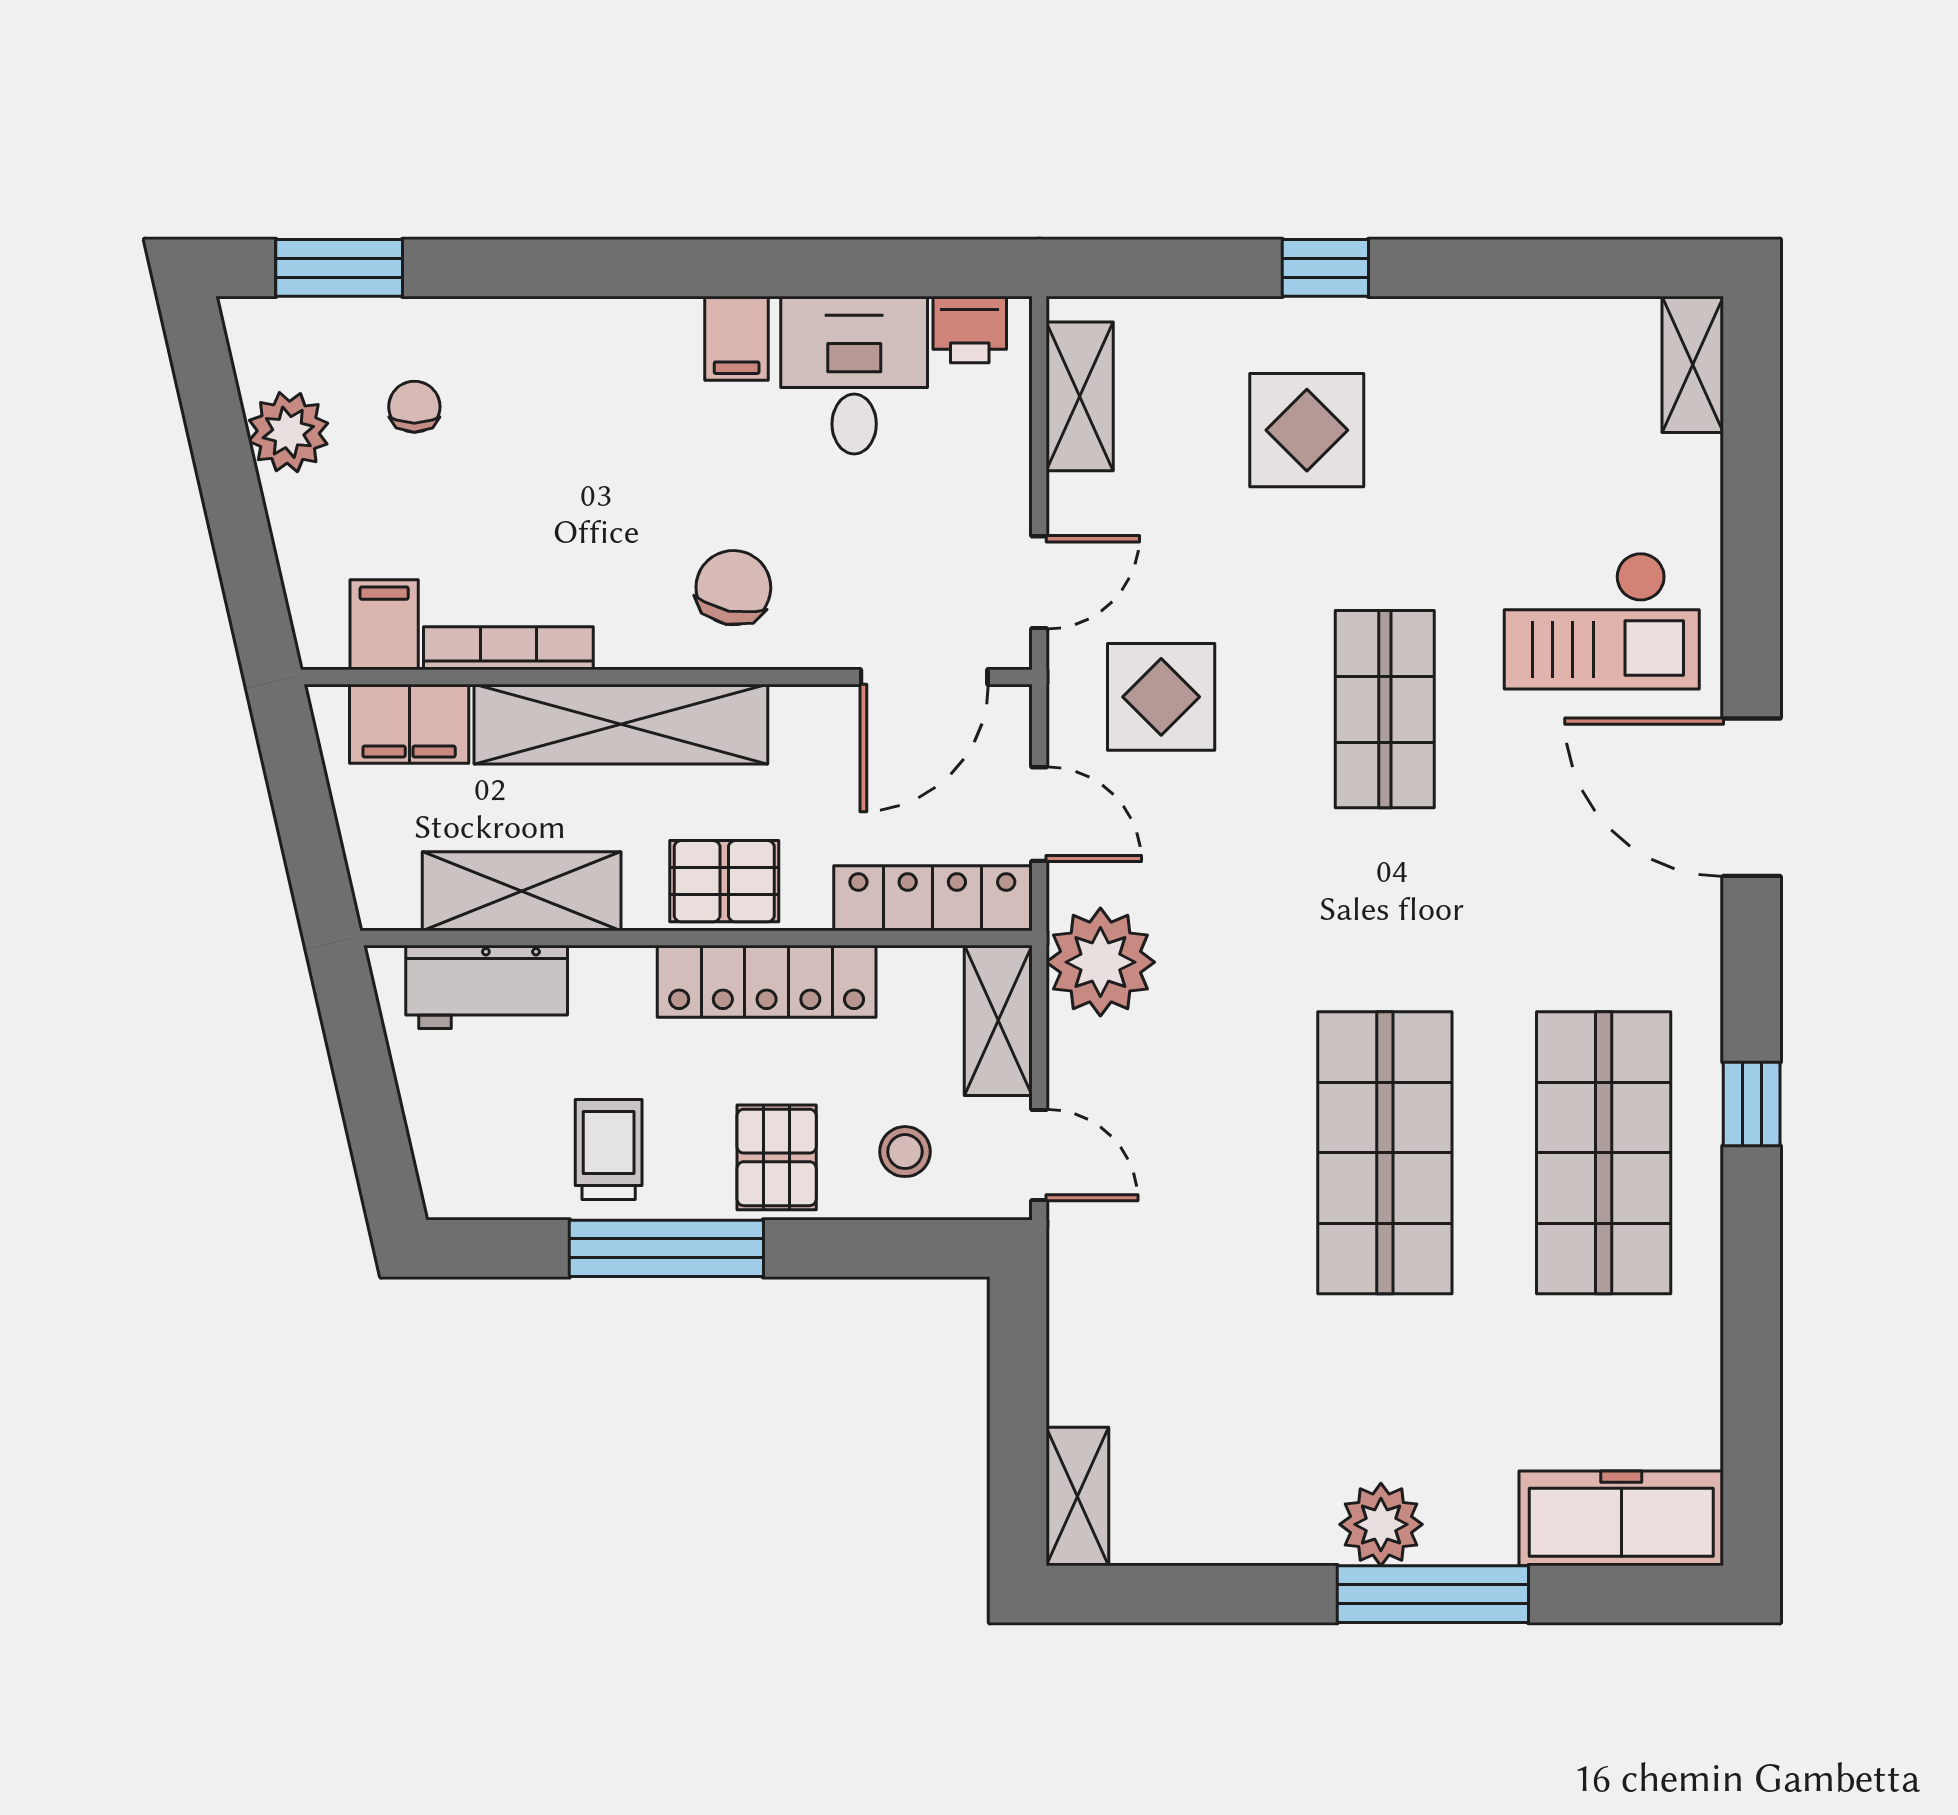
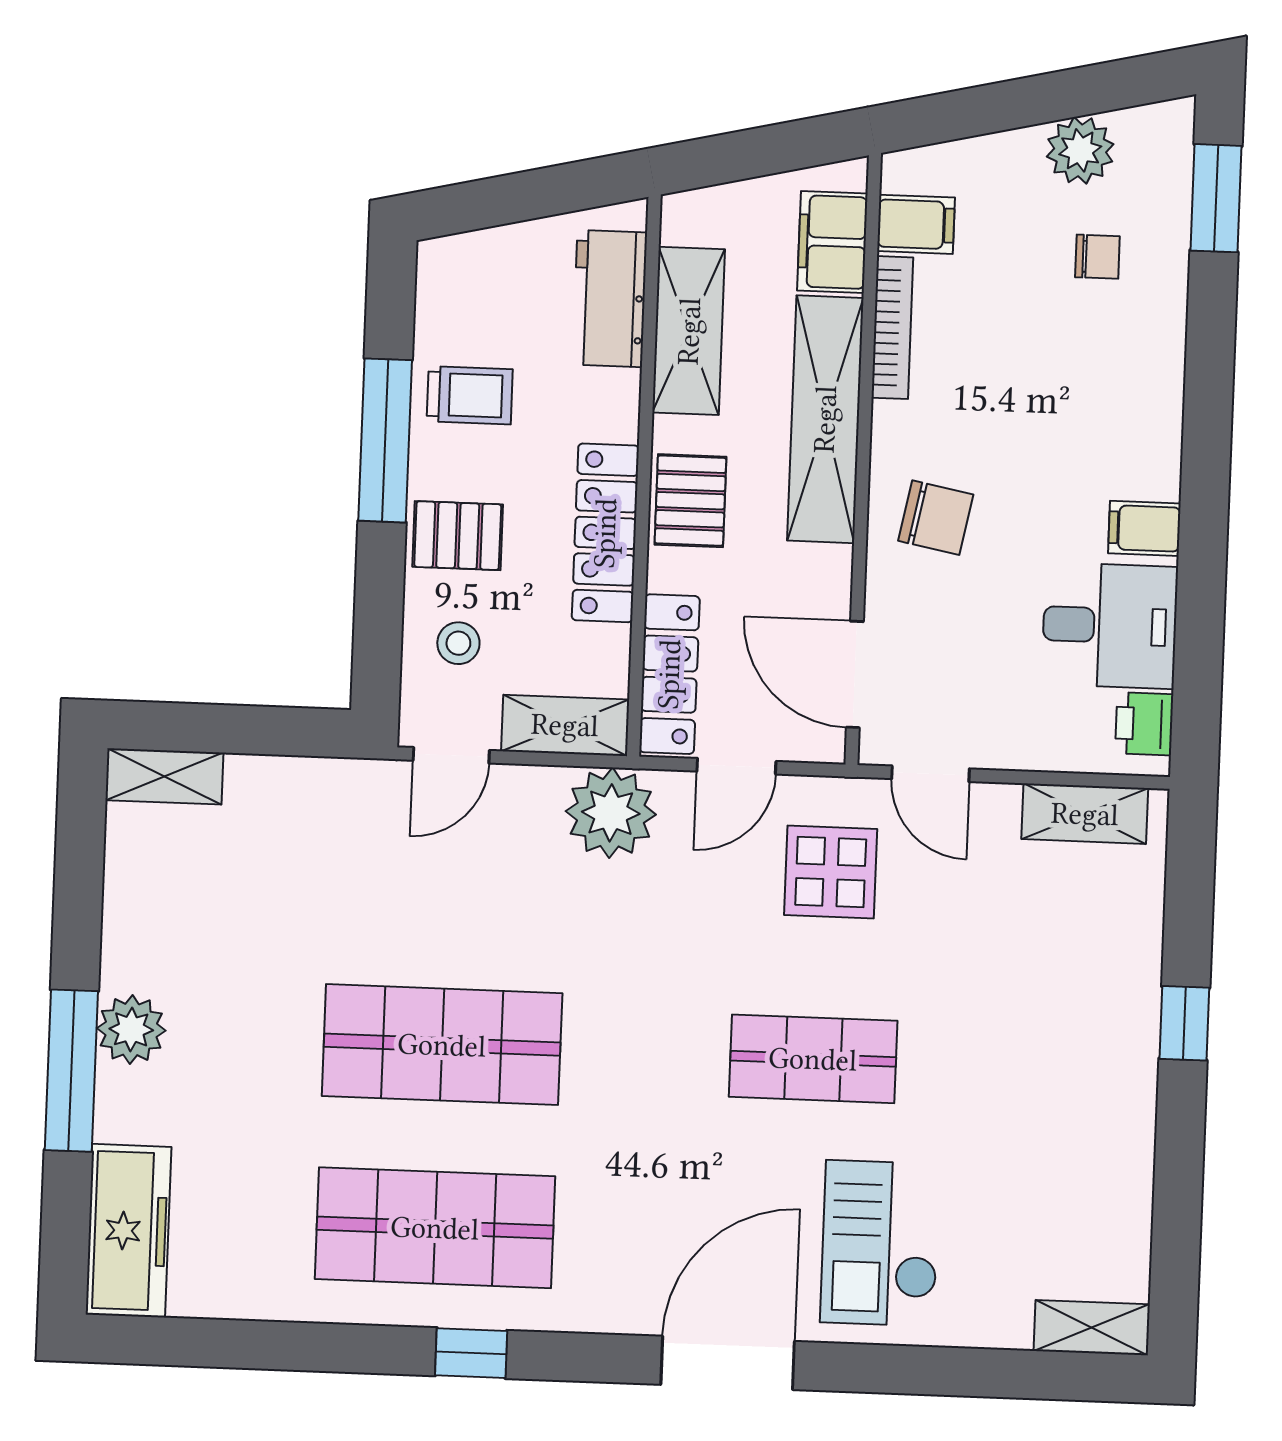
display table: (1307, 430) -> (1049, 1003), removed

